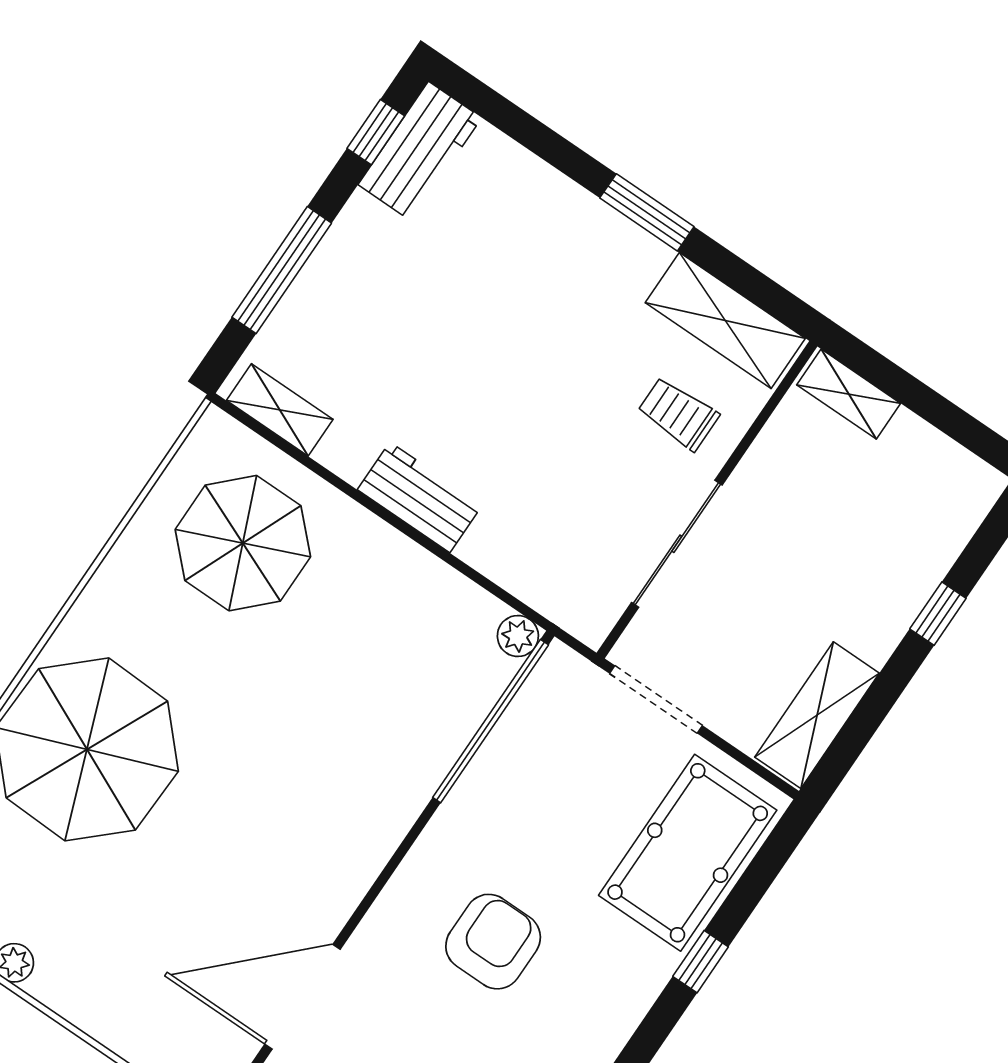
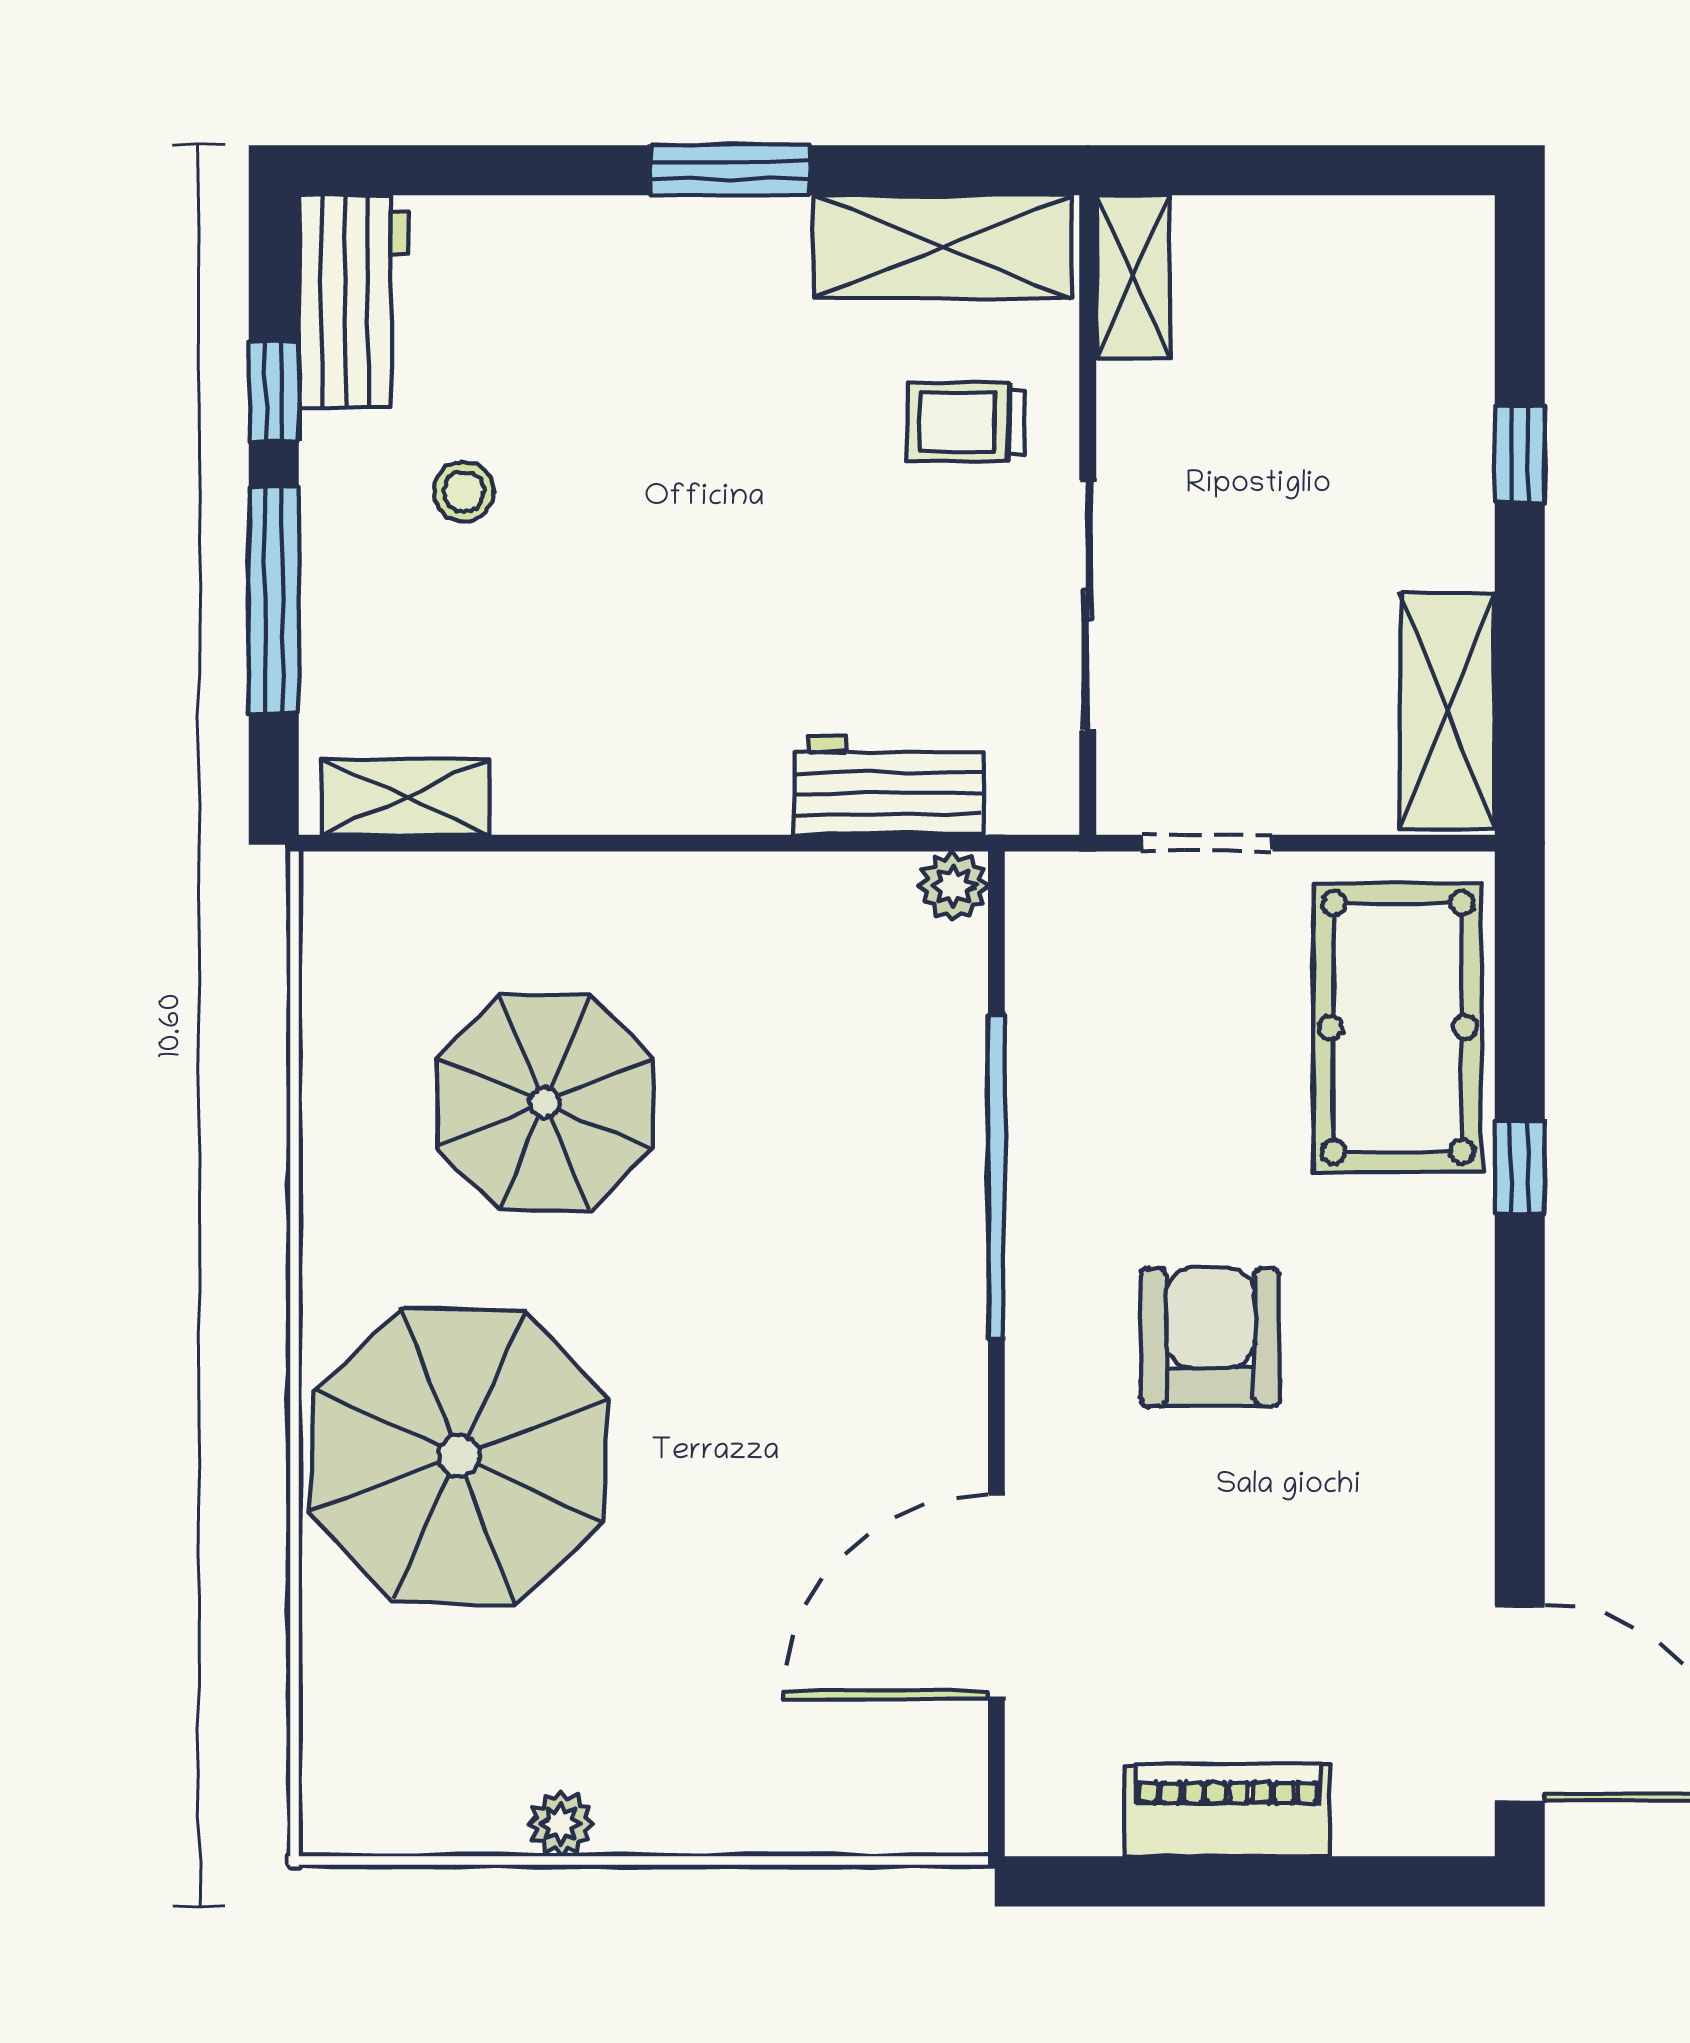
window: (376, 132) -> (274, 391), moved
stool: (410, 280) -> (464, 491), added
shelving: (849, 394) -> (1133, 277), moved, turned 90
workbench: (420, 497) -> (889, 786), moved
parasol: (243, 543) -> (545, 1103), moved
doorway: (656, 699) -> (1207, 843), width x0.73
window: (491, 721) -> (996, 1176), moved

